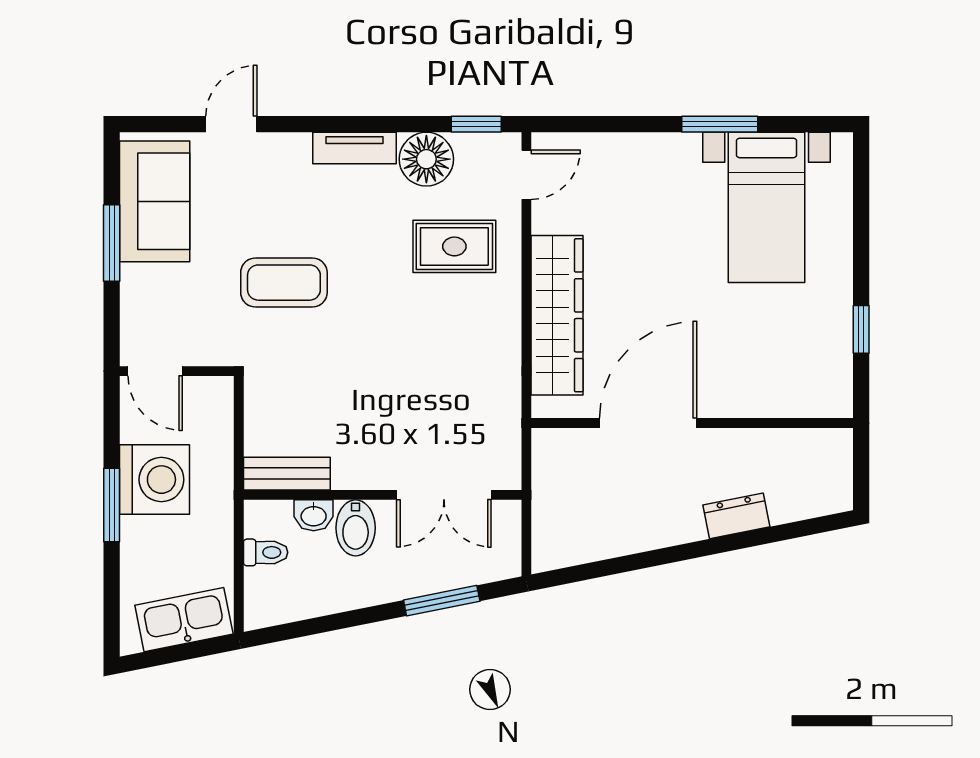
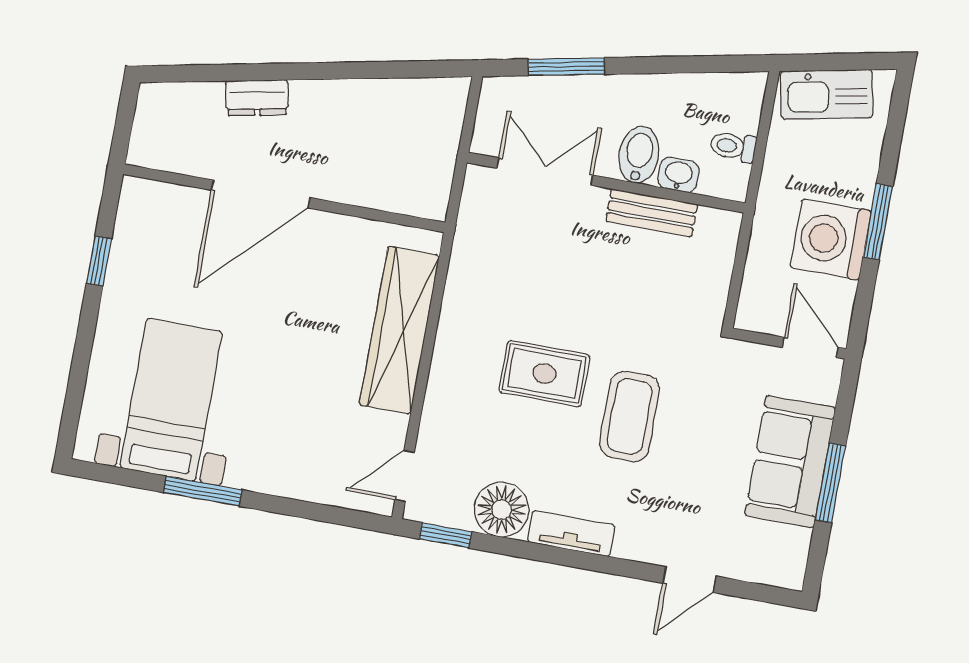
sofa: (155, 201) -> (790, 462), moved
rug: (454, 246) -> (544, 374), moved
coffee table: (284, 283) -> (629, 416), moved, turned 90
door: (648, 423) -> (261, 194), moved
bench: (287, 474) -> (652, 213), moved

